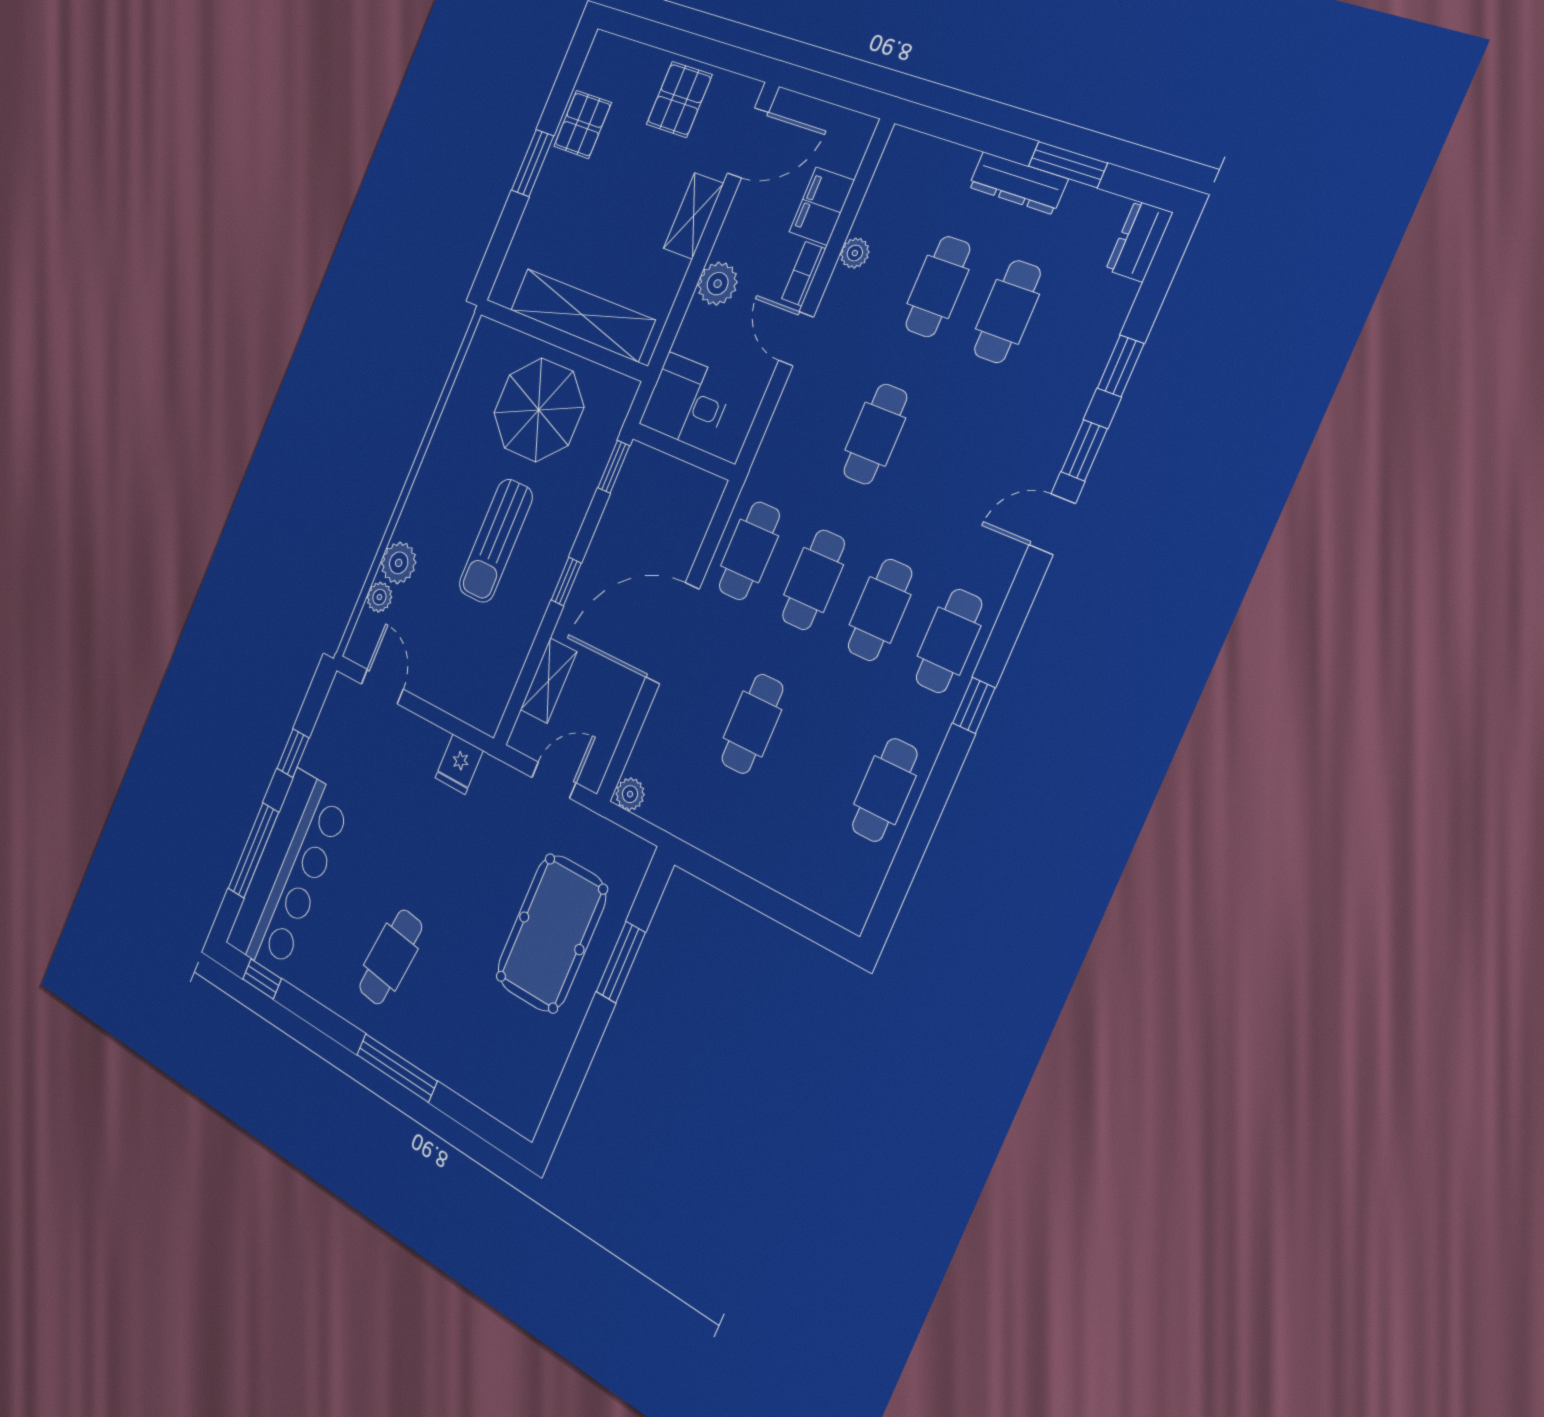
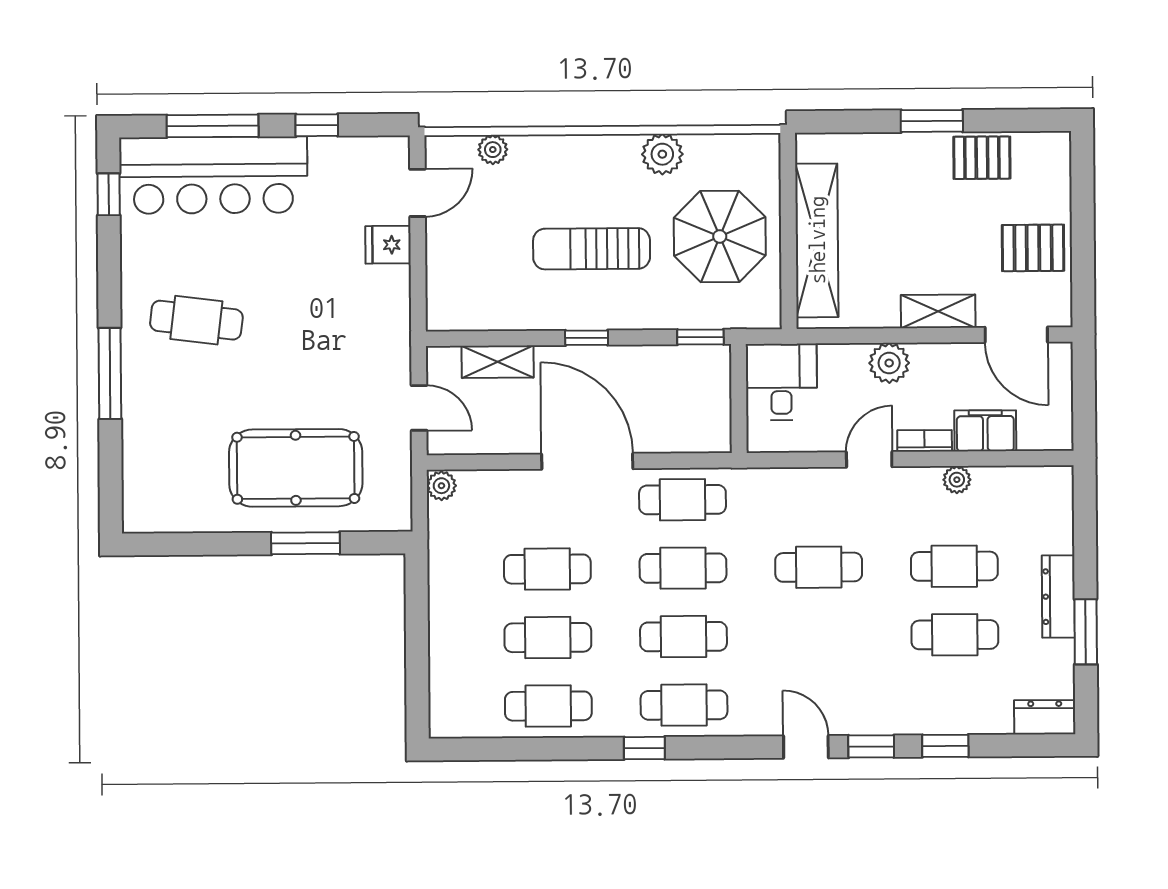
plant: (399, 563) -> (662, 154), moved
cafe table: (817, 756) -> (548, 638), added
fridge: (459, 764) -> (388, 245), moved

